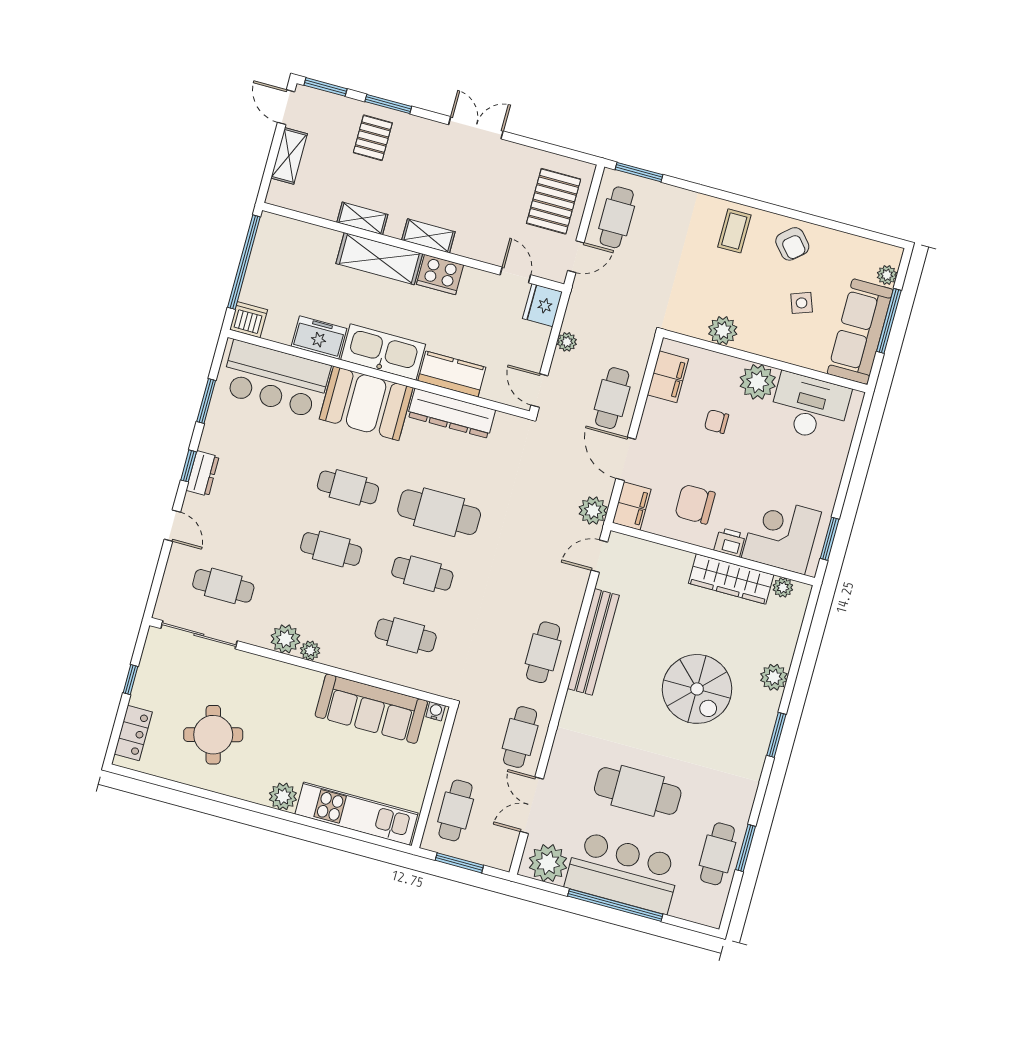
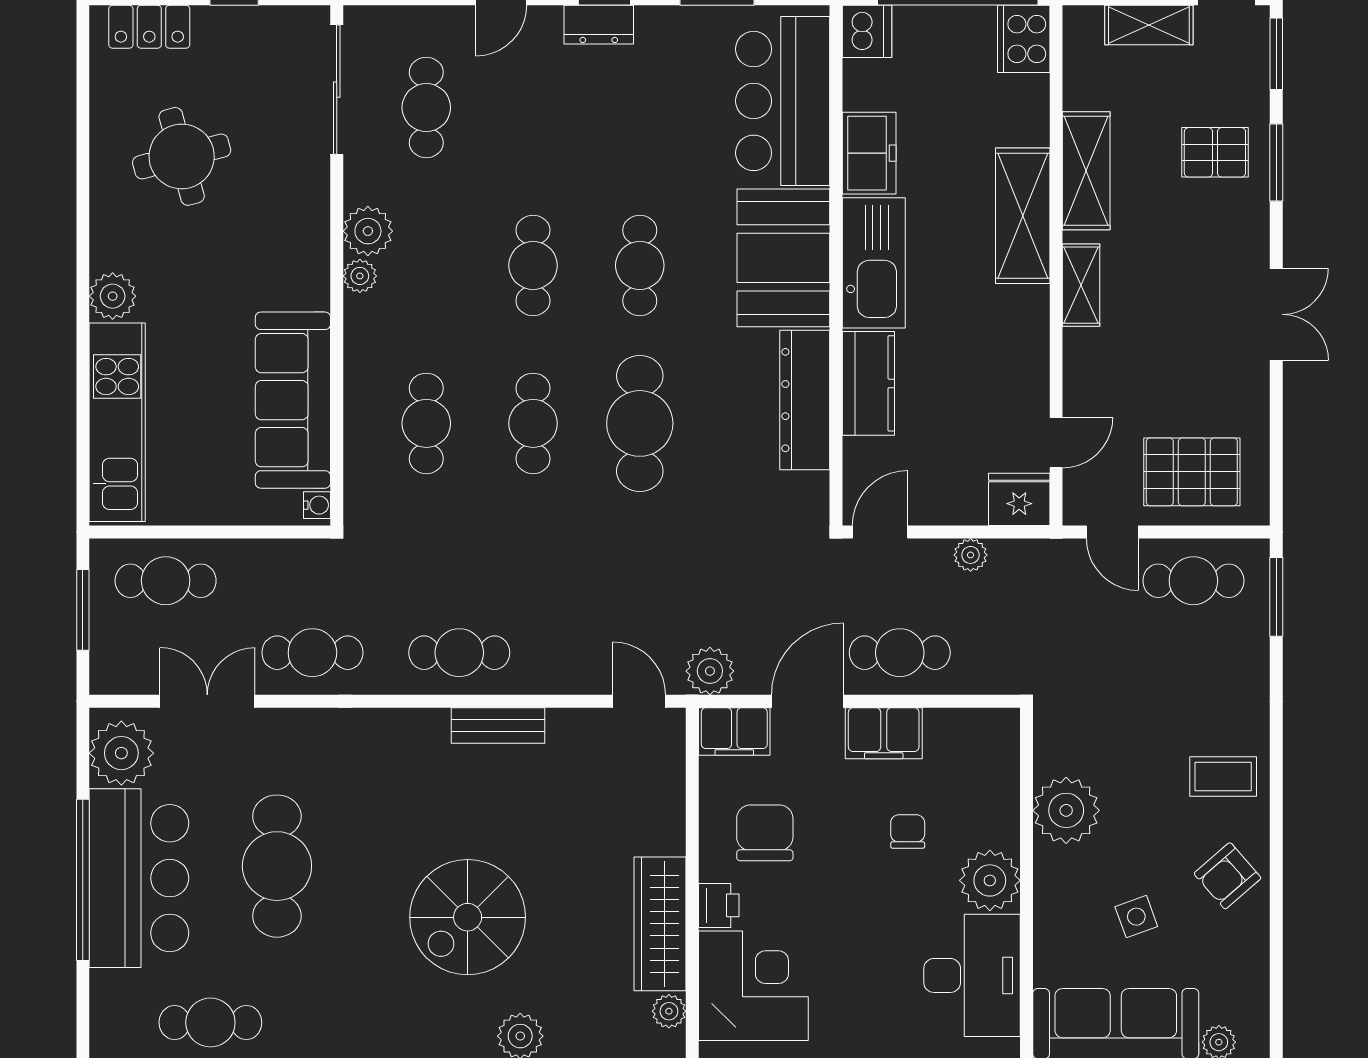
shelving: (362, 218) -> (1086, 171), width x1.50, depth x1.33
cooker: (440, 275) -> (1024, 39), moved
plant: (723, 331) -> (1066, 810), width x1.36, depth x1.36
filing cabinet: (668, 377) -> (884, 733), moved
bench: (593, 642) -> (498, 725), width x0.54, depth x0.82

